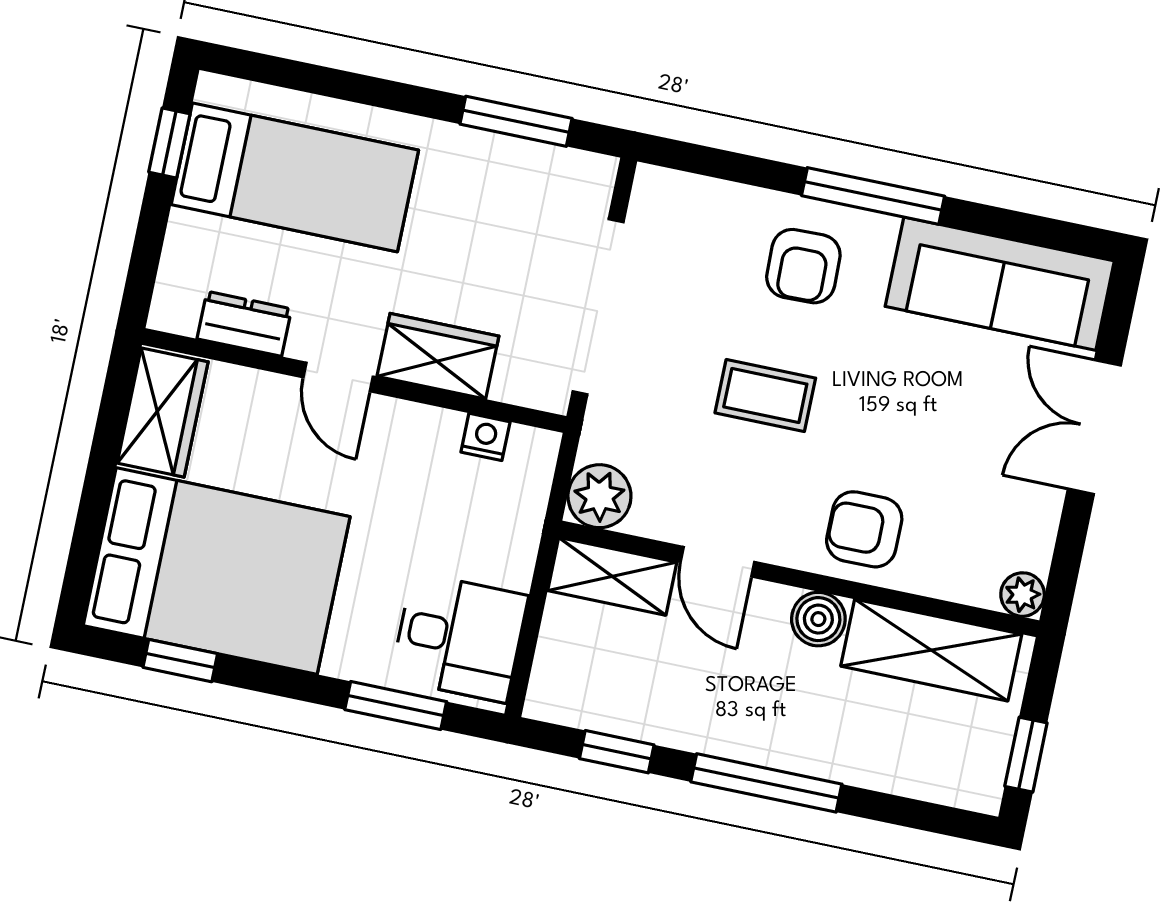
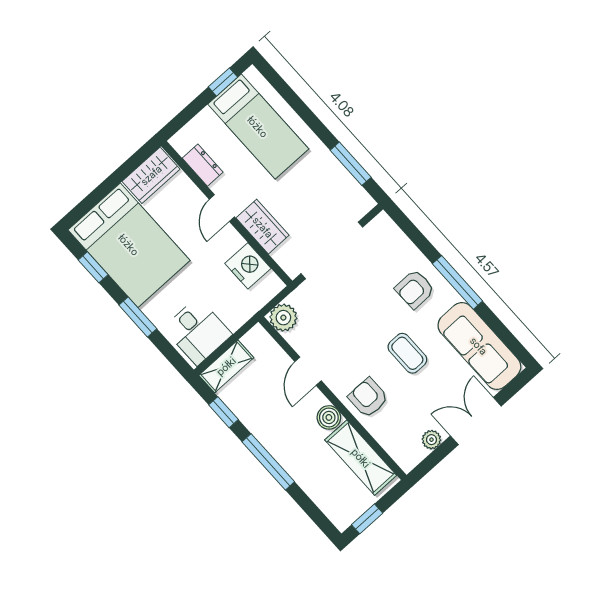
coffee table: (765, 395) -> (407, 353), moved
nightstand: (485, 437) -> (248, 266), width x1.89, depth x1.79
shelving: (612, 576) -> (226, 366), moved, turned 90
plant: (1023, 595) -> (431, 440), moved
window: (396, 706) -> (138, 317), moved

